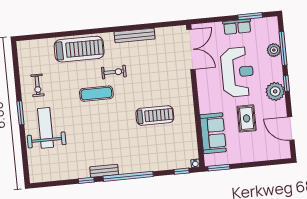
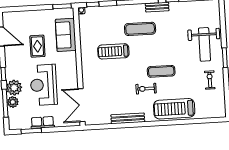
plant: (275, 91) -> (14, 88), moved
exercise mat: (124, 144) -> (140, 29), added

